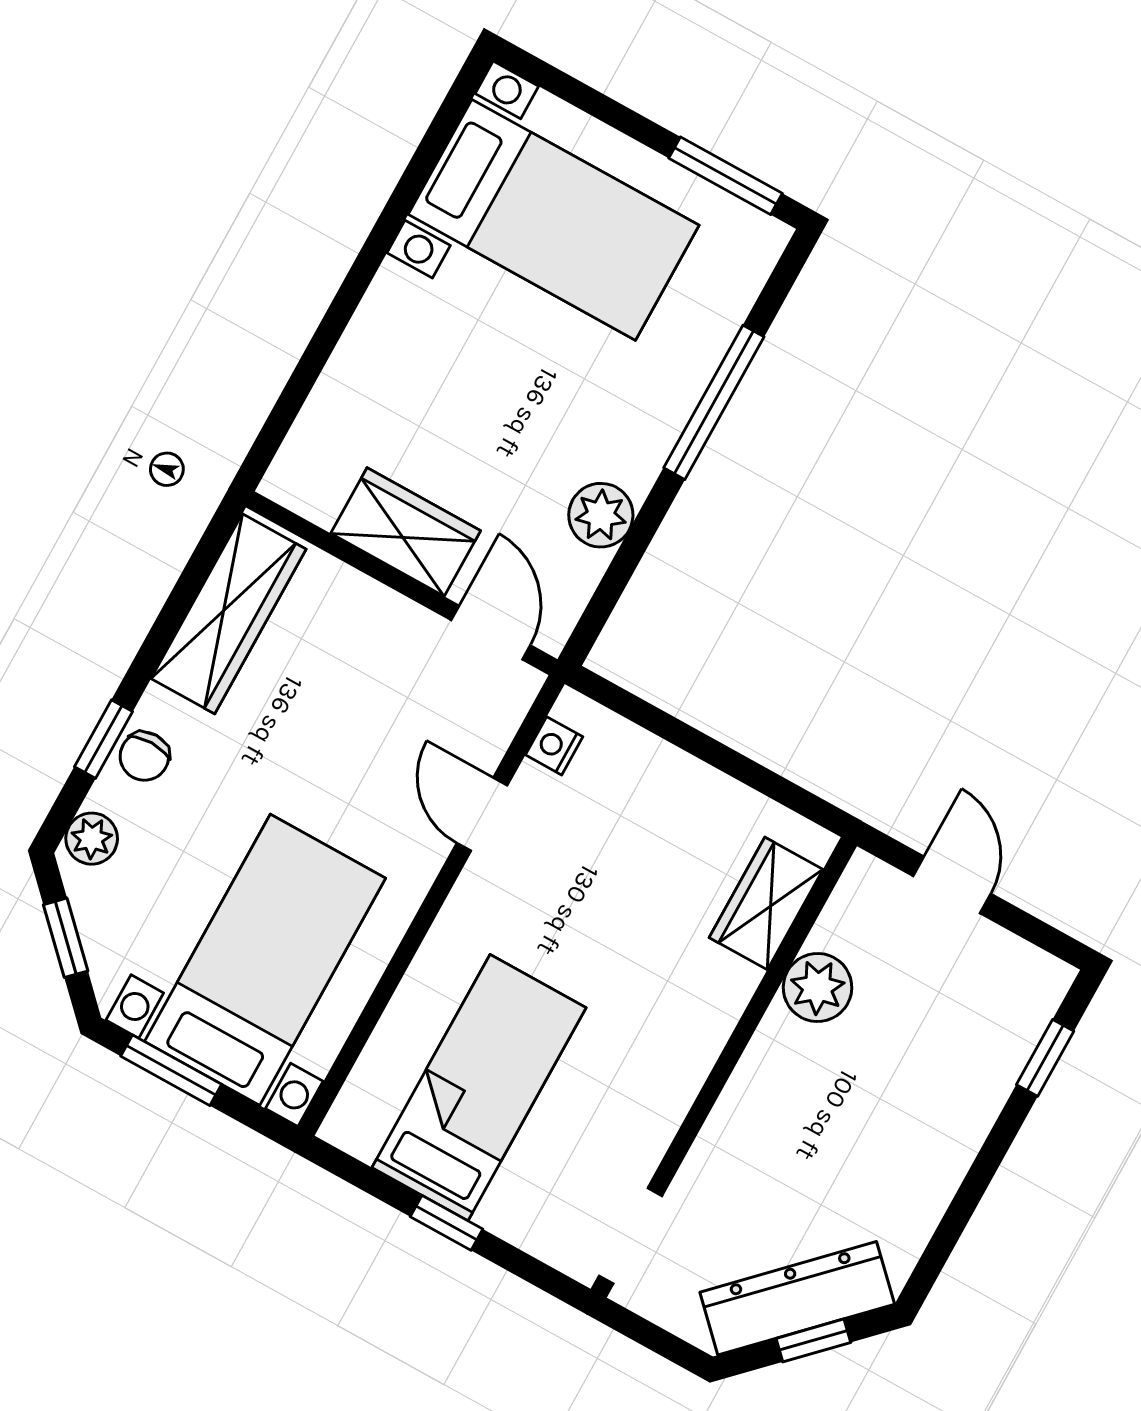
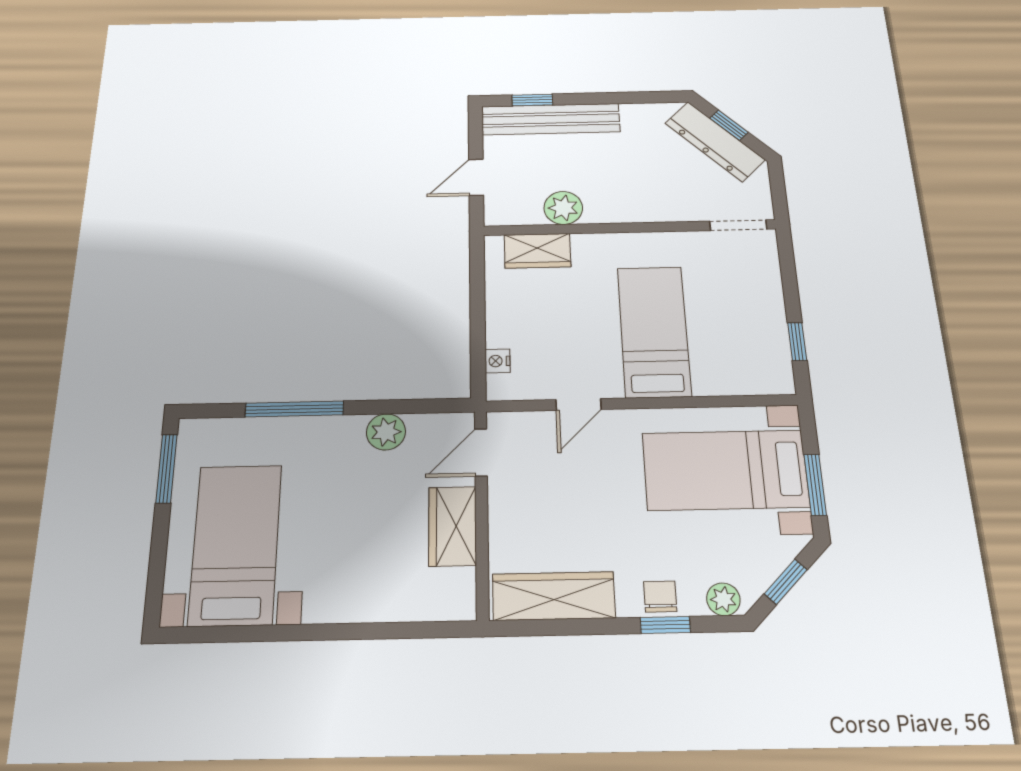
nightstand: (554, 746) -> (498, 361), moved, turned 90
chair: (144, 756) -> (660, 597), turned -90
bench: (991, 1065) -> (551, 119), added
bed: (479, 1088) -> (654, 331), moved, turned 90
window: (446, 1223) -> (797, 342), moved

